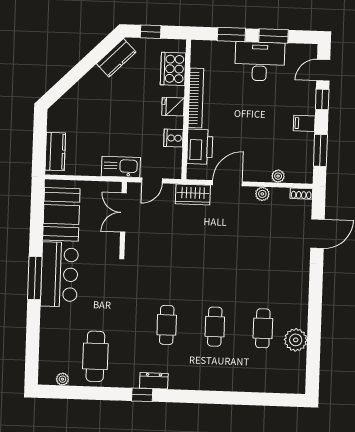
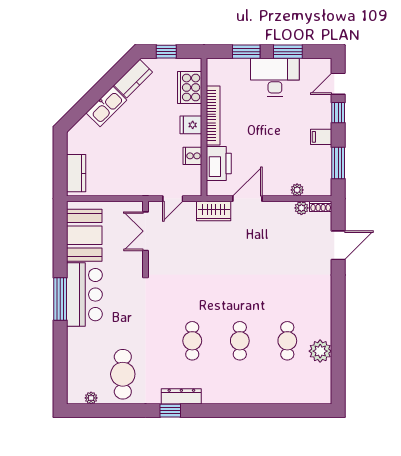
kitchen sink: (121, 167) -> (106, 106), moved, turned 135
plant: (262, 194) -> (301, 208), moved
dresser: (154, 381) -> (181, 396), width x1.44

